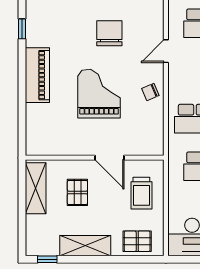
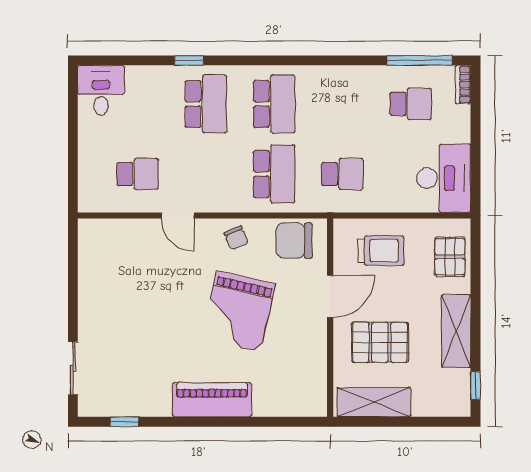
window: (22, 29) -> (125, 422), moved
chair: (109, 33) -> (294, 241), moved
grand piano: (99, 94) -> (238, 311), turned -77
pallet: (77, 192) -> (380, 342), width x1.50, depth x1.42

